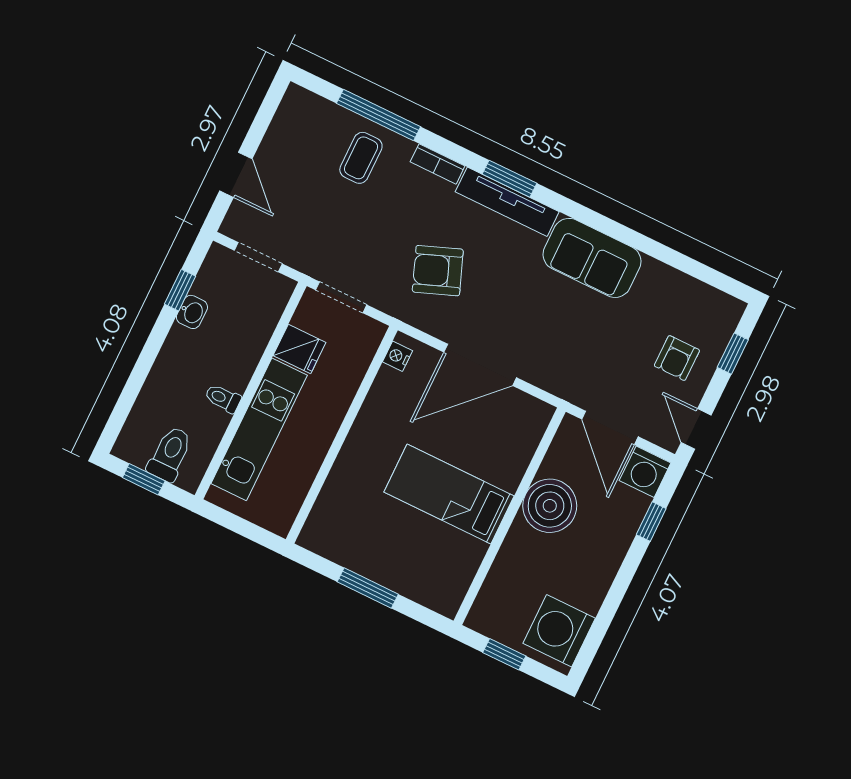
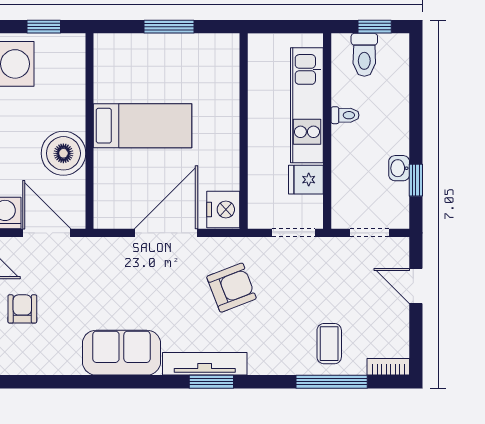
bookcase: (438, 164) -> (388, 367), moved
nightstand: (397, 356) -> (223, 209), width x1.89, depth x1.79

